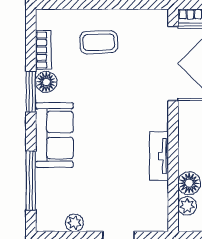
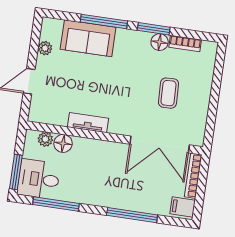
coffee table: (99, 42) -> (169, 93), moved
sofa: (54, 135) -> (88, 38), moved
window: (31, 180) -> (104, 22), moved

